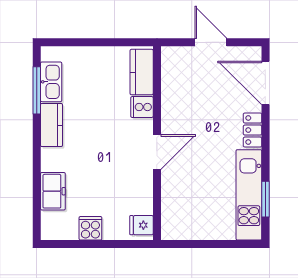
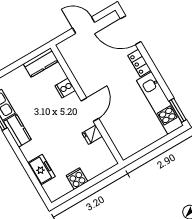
kitchen counter: (142, 72) -> (41, 63), moved, turned -90
window: (265, 199) -> (178, 110), moved
fridge: (141, 225) -> (92, 135), moved

